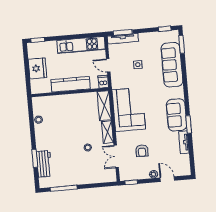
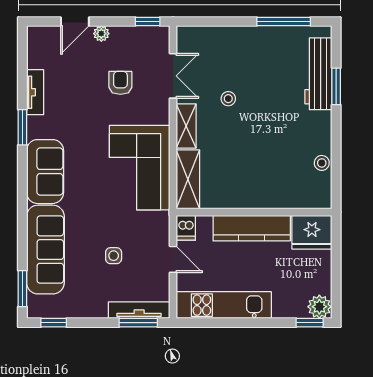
plant: (33, 48) -> (319, 307), added
fridge: (37, 68) -> (312, 232), moved, turned -90
sofa: (176, 115) -> (45, 172), moved
workbench: (44, 164) -> (318, 74), width x1.38
door: (167, 179) -> (75, 21), hinge flipped

